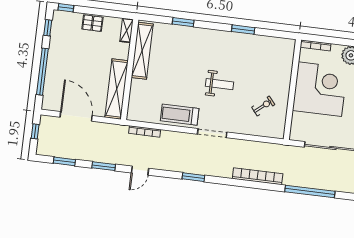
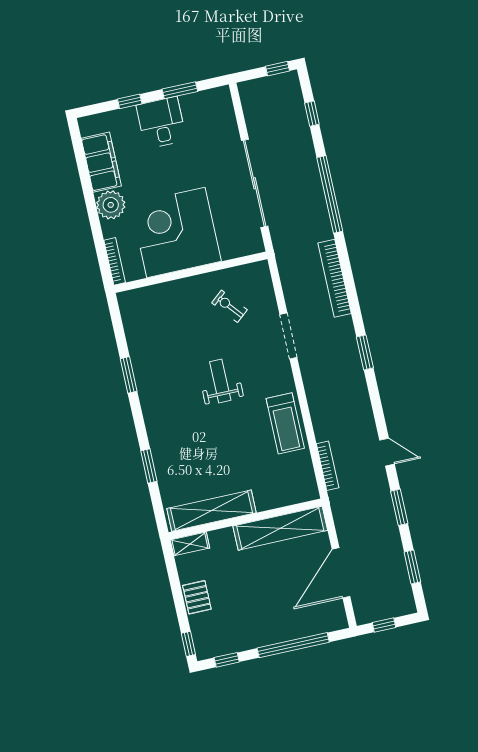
doorway: (212, 133) -> (288, 336), moved
window: (193, 177) -> (365, 352), moved

